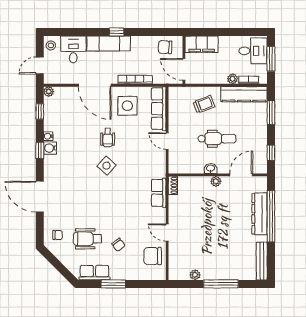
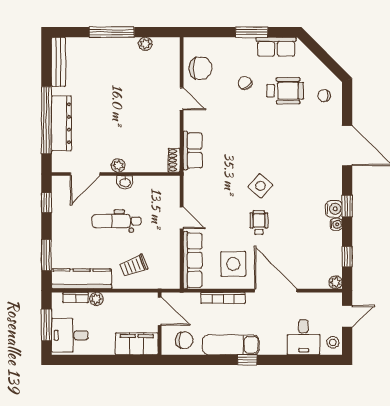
exam couch: (109, 43) -> (231, 345), moved

